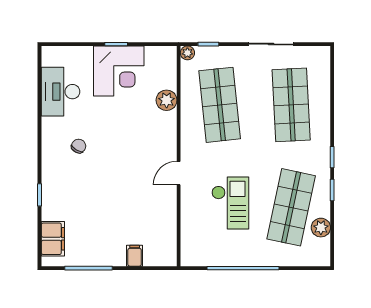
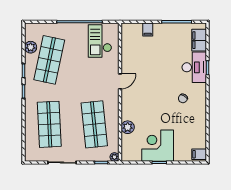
filing cabinet: (53, 57) -> (199, 154), added
desk: (61, 92) -> (194, 67), moved
checkout: (230, 203) -> (100, 41), moved

